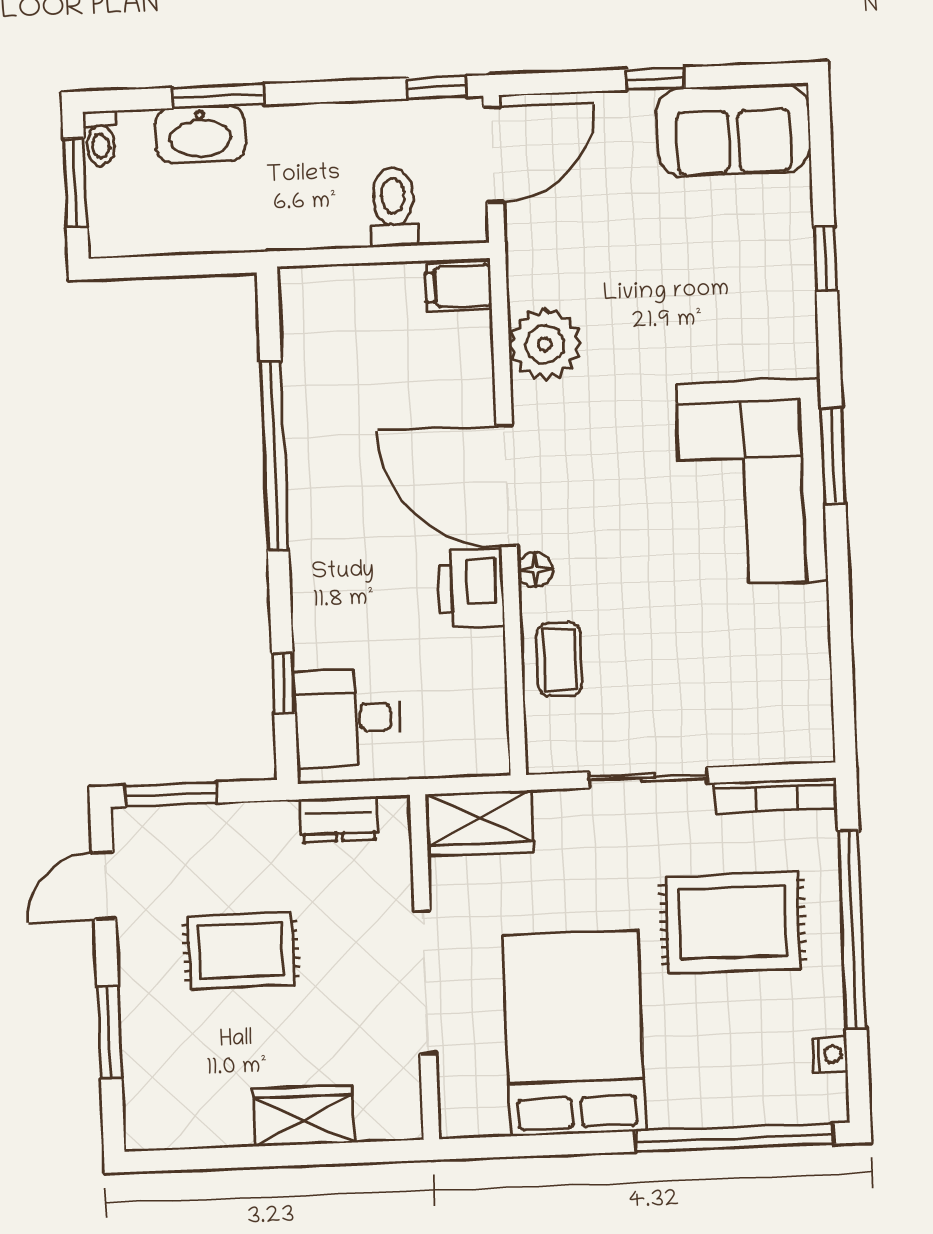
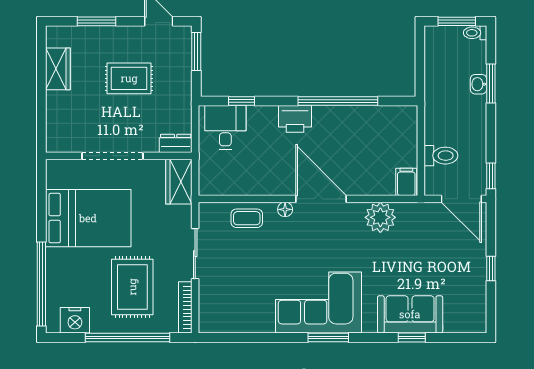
sofa: (733, 130) -> (410, 314), moved, turned 90
washbasin: (200, 135) -> (478, 84), width x0.52, depth x0.69
door: (507, 486) -> (321, 199), hinge flipped
printer: (471, 588) -> (295, 119), moved, turned 180
dresser: (339, 819) -> (176, 143), moved, turned 90
rug: (241, 950) -> (129, 78), turned 90
nightstand: (830, 1054) -> (75, 320), width x1.89, depth x1.79
wardrobe: (303, 1116) -> (58, 69), moved

